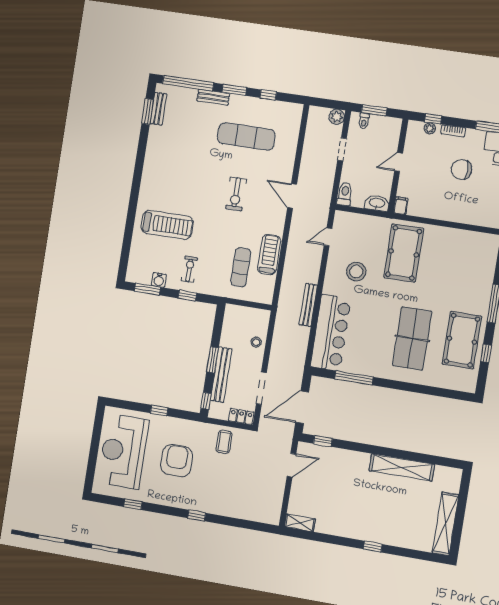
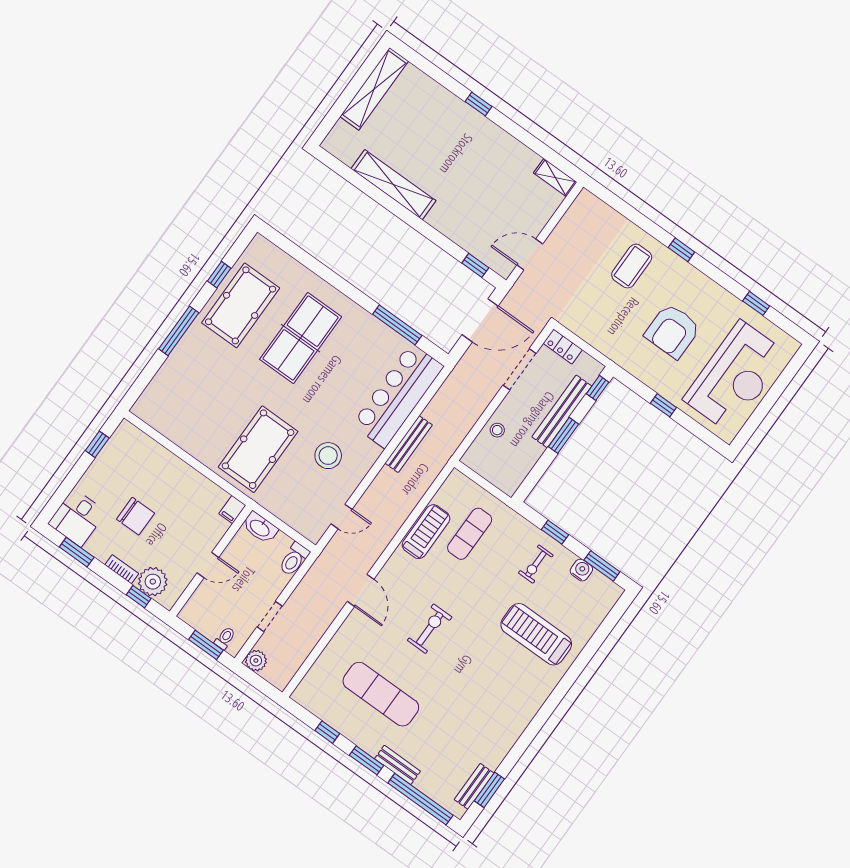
plant: (430, 128) -> (153, 582), width x1.88, depth x1.88
treadmill: (269, 255) -> (426, 532), turned 180
coffee table: (224, 442) -> (632, 266), moved, width x1.36, depth x1.30

